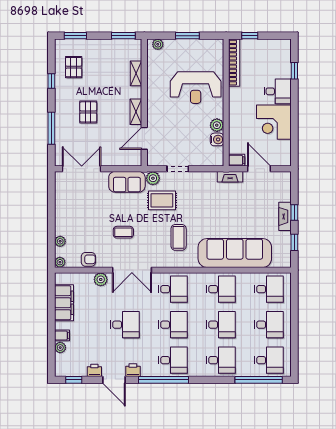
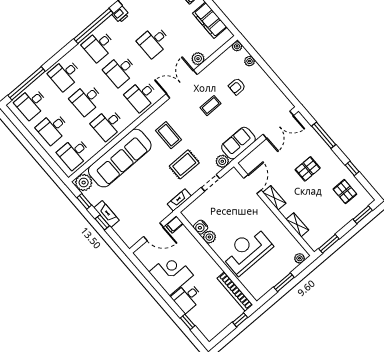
pallet: (88, 112) -> (308, 169), turned 90
fireplace: (230, 177) -> (179, 200), moved
rug: (162, 200) -> (184, 164), moved
plant: (282, 258) -> (84, 183), added
armchair: (88, 259) -> (237, 86), moved

